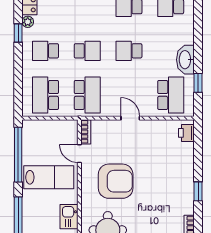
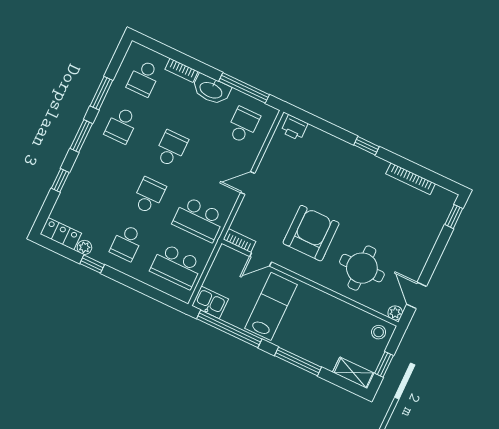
bookcase: (189, 31) -> (181, 70), added
school desk: (129, 51) -> (171, 149), turned 180
window: (198, 83) -> (244, 88), width x2.17
school desk: (87, 95) -> (199, 219), turned 180
school desk: (171, 95) -> (243, 125), width x0.54
kitchen sink: (69, 217) -> (210, 302), moved, turned 180

